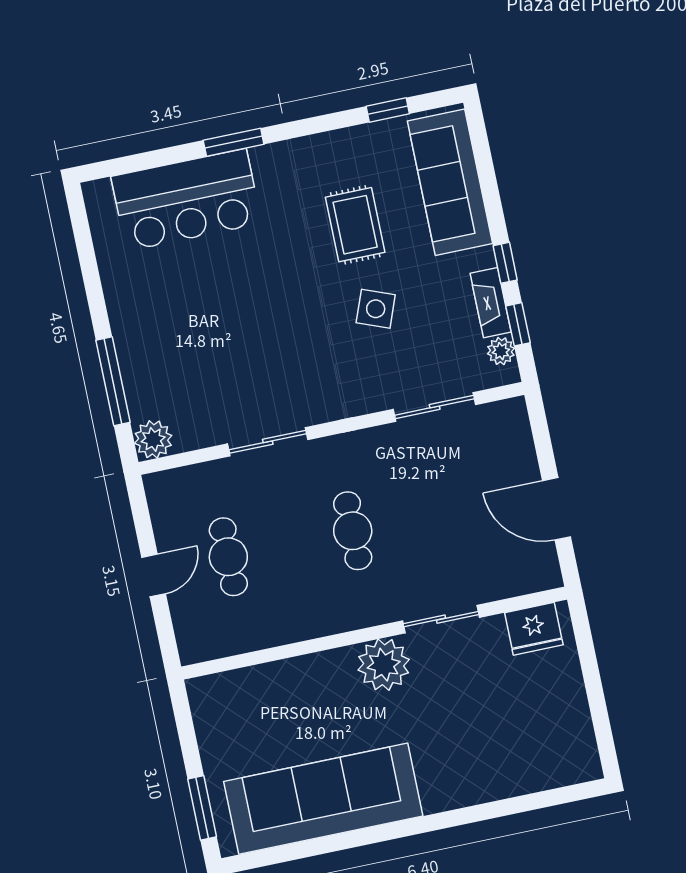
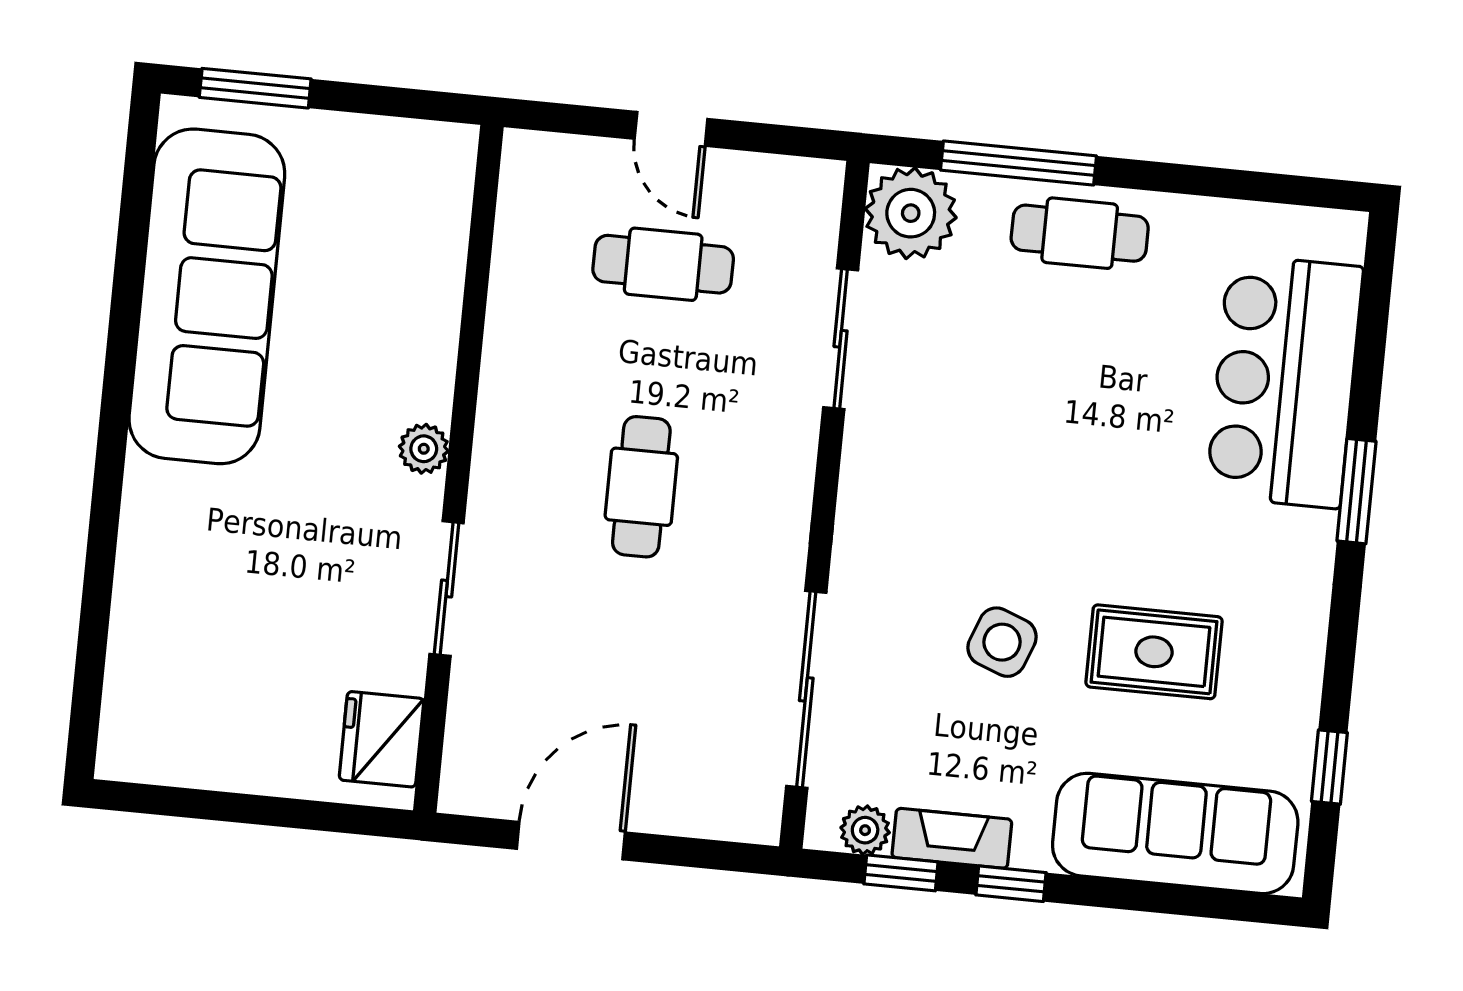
cafe table: (141, 336) -> (1080, 233), added
sliding door: (435, 407) -> (806, 689), width x1.37
plant: (153, 439) -> (911, 213), width x1.36, depth x1.36
sliding door: (268, 442) -> (841, 339), moved
cafe table: (353, 531) -> (641, 487), turned 90
plant: (384, 665) -> (424, 449), width x0.53, depth x0.53

